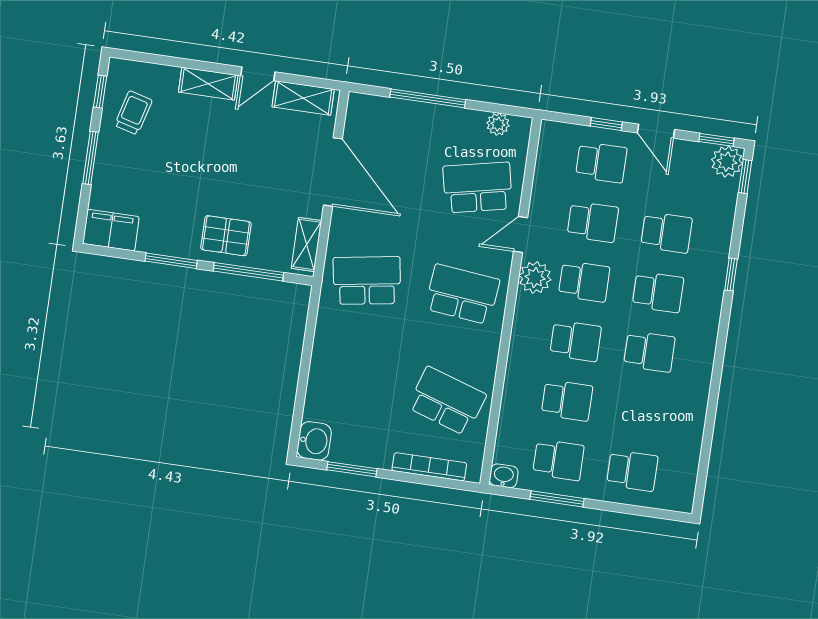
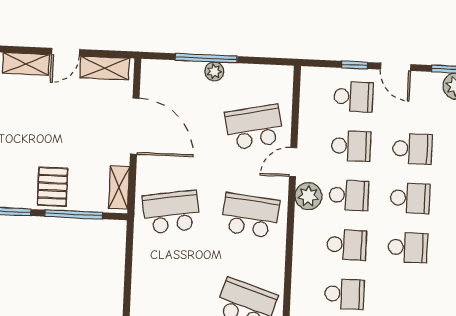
plant: (498, 124) -> (214, 71), moved
pallet: (226, 236) -> (53, 187), turned 90

